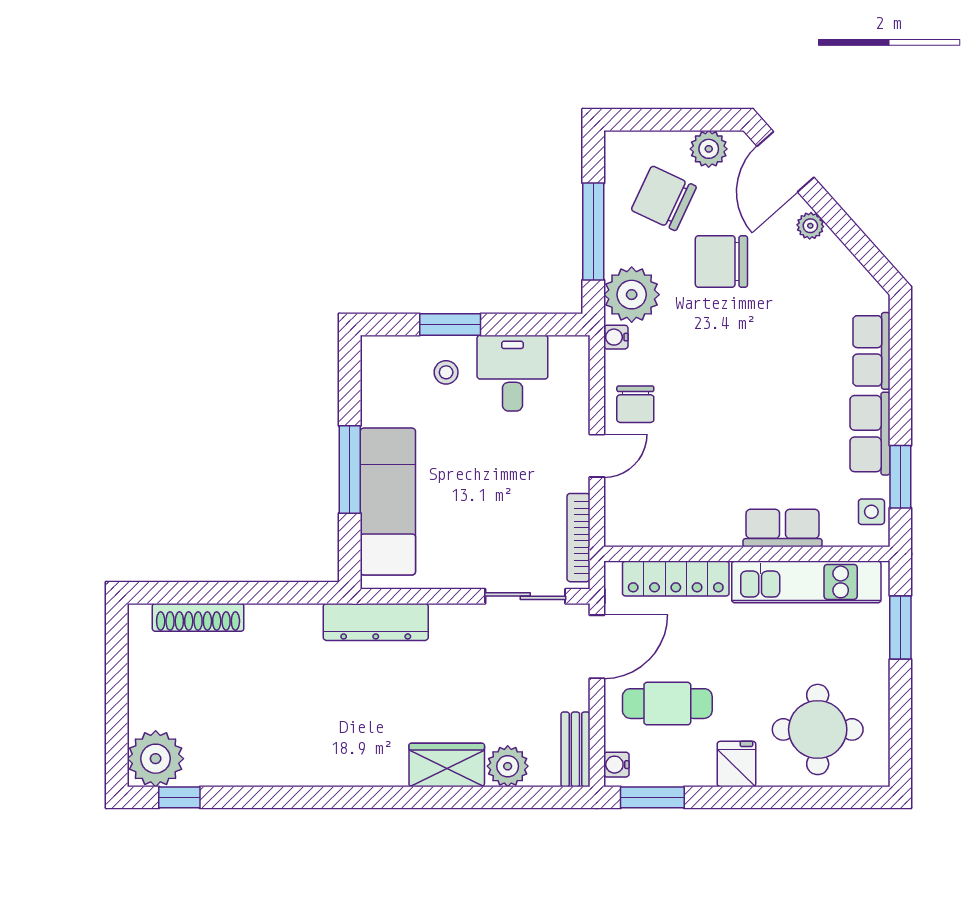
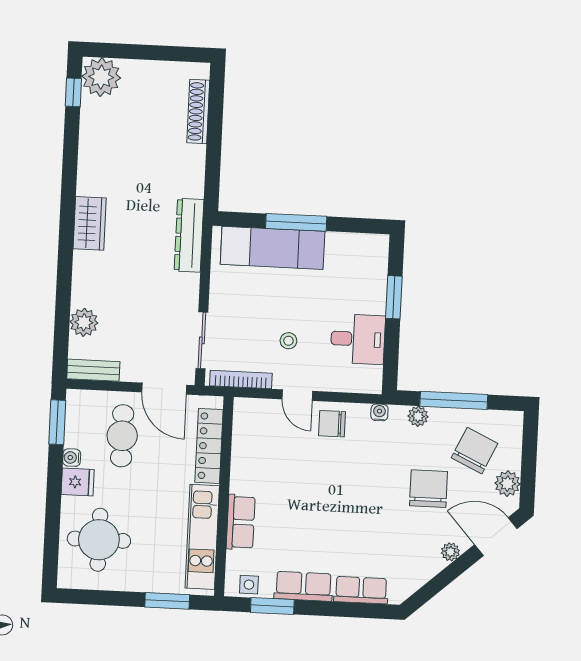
plant: (632, 295) -> (418, 416), width x0.53, depth x0.53
stool: (446, 372) -> (288, 341), moved
wardrobe: (447, 765) -> (90, 223), moved
water cooler: (616, 765) -> (72, 458), moved, turned -90

